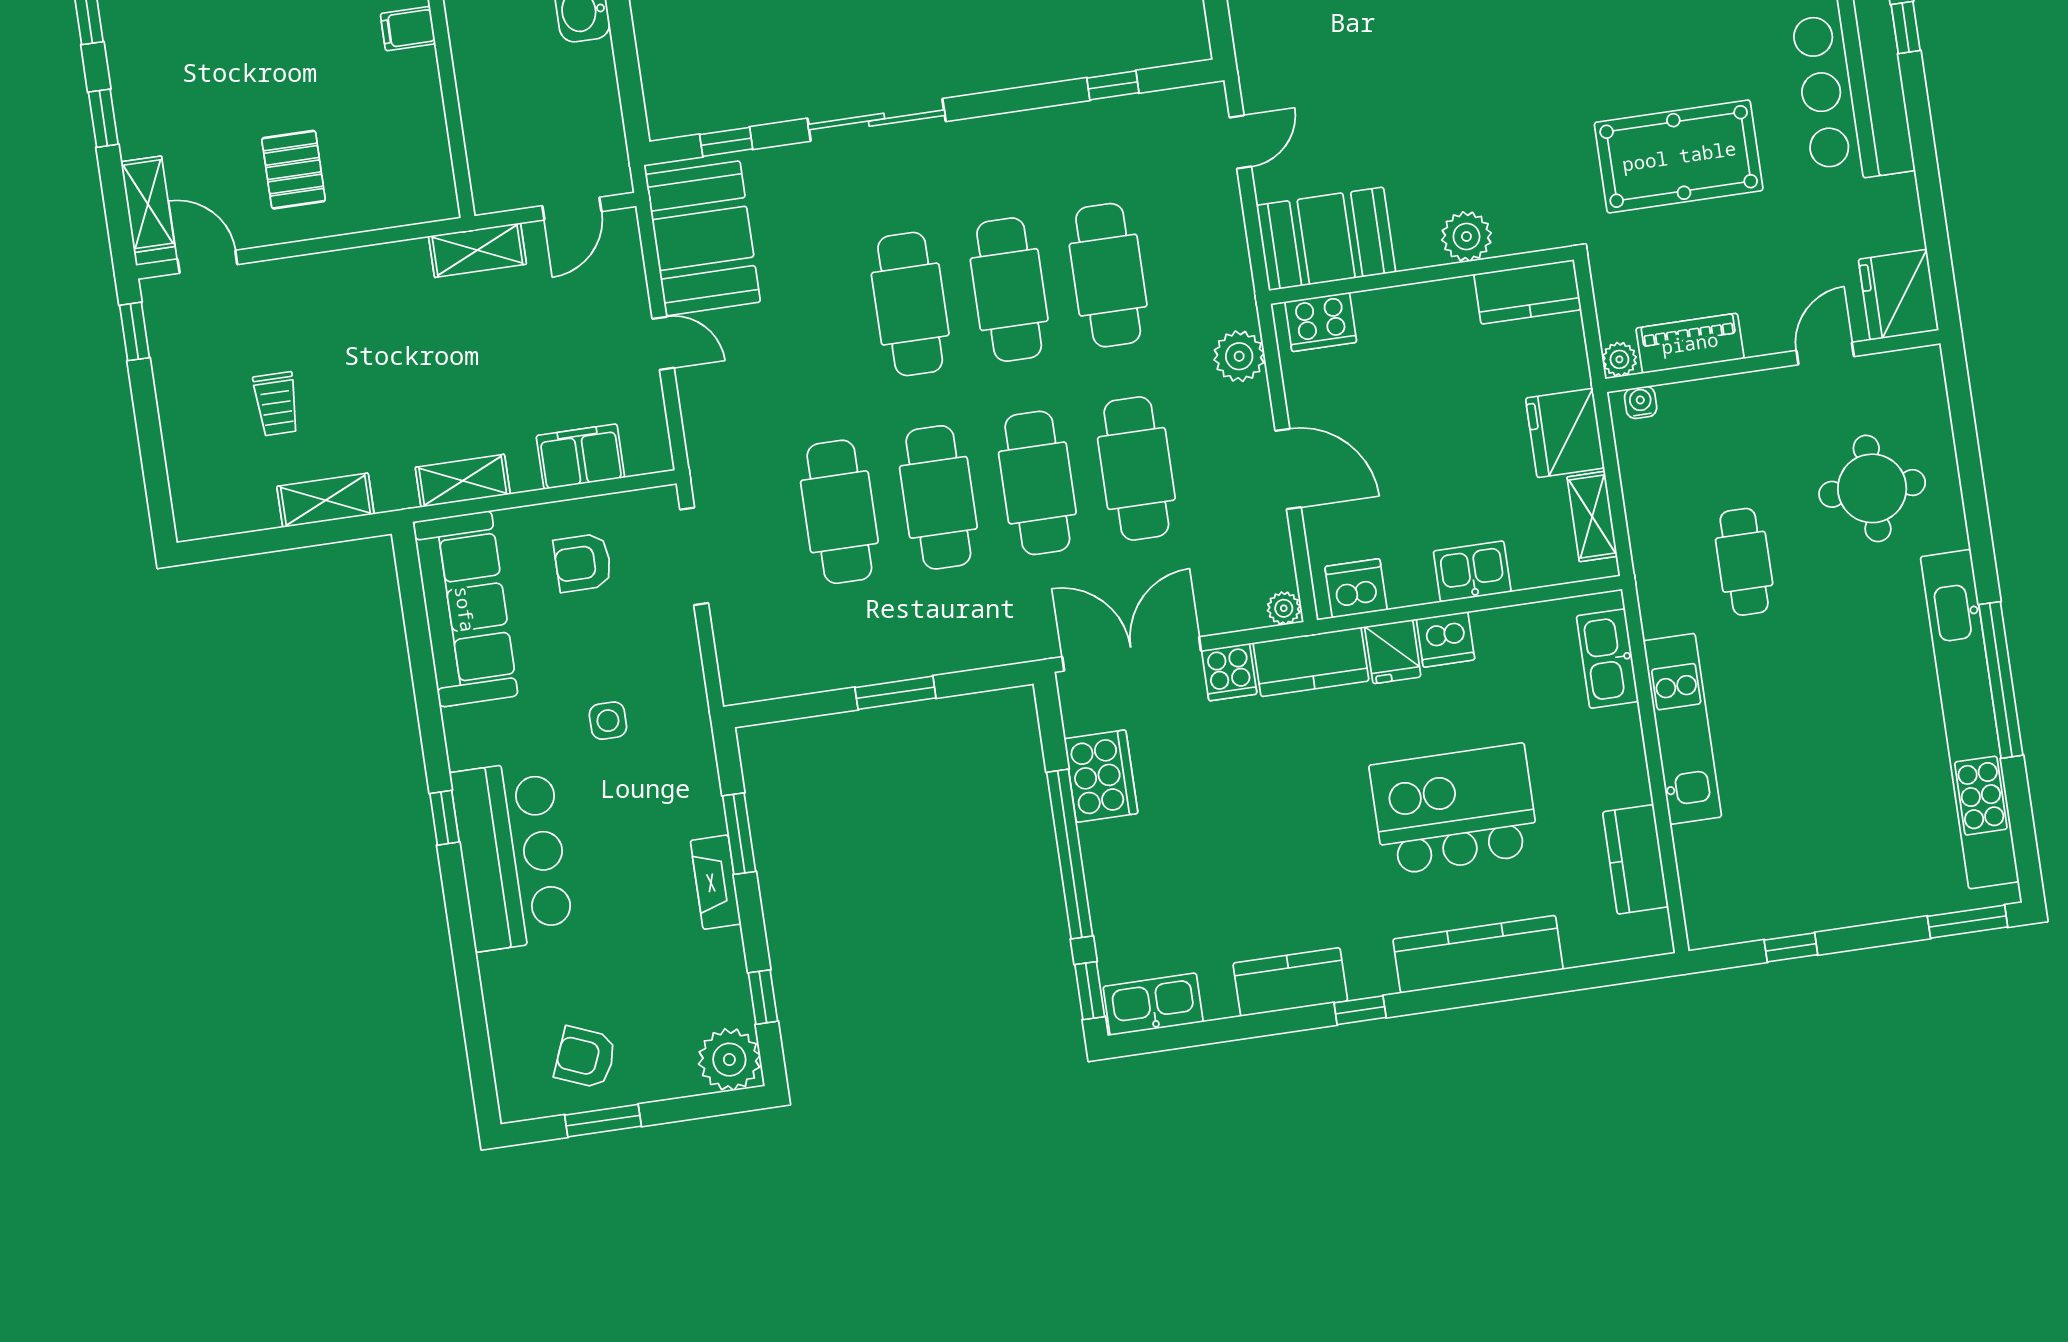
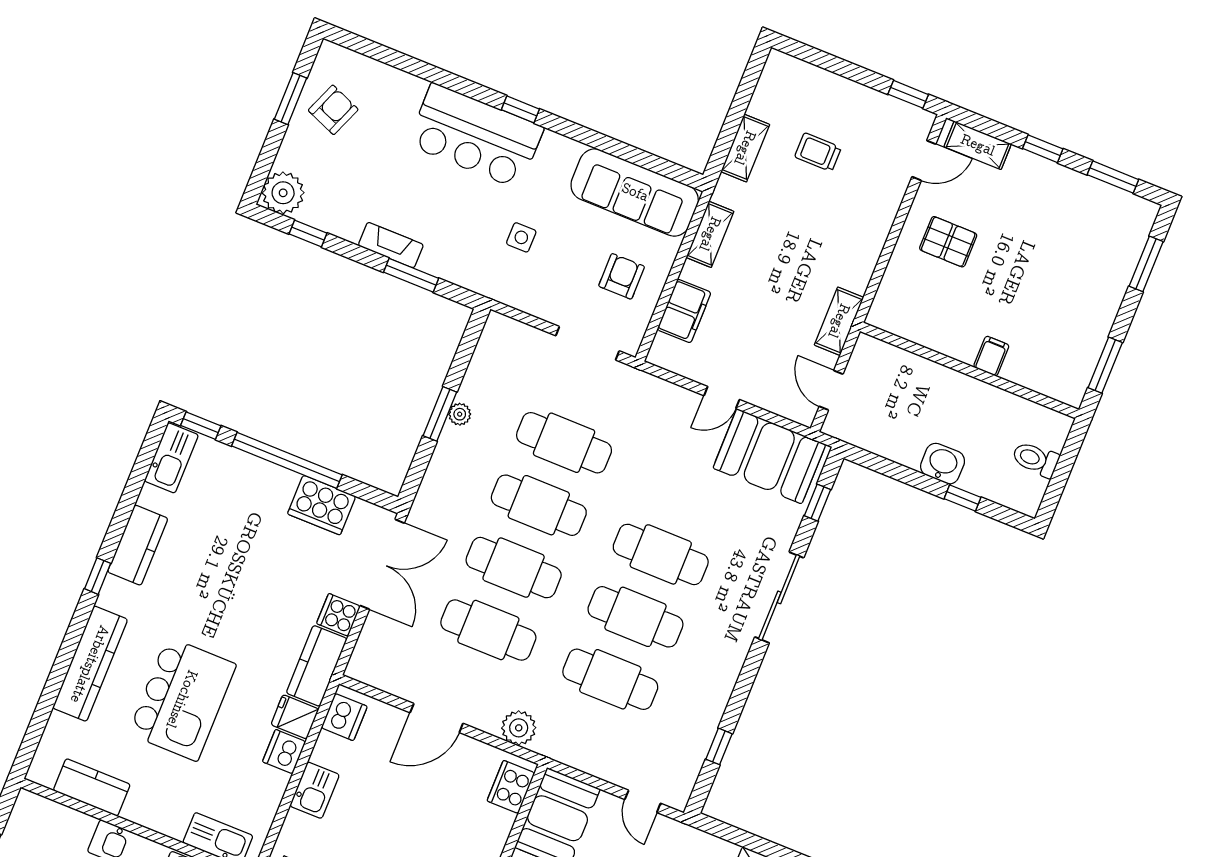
plant: (1284, 608) -> (460, 414), moved

